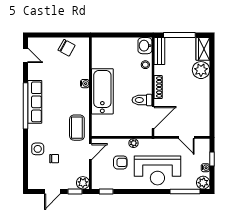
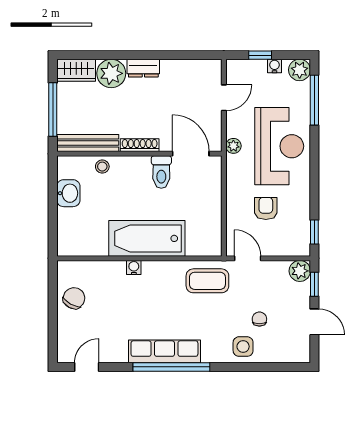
washbasin: (145, 46) -> (68, 193), moved, turned -90
bench: (159, 51) -> (88, 143), width x1.36
dresser: (204, 89) -> (143, 68), added
plant: (134, 143) -> (233, 146), moved

